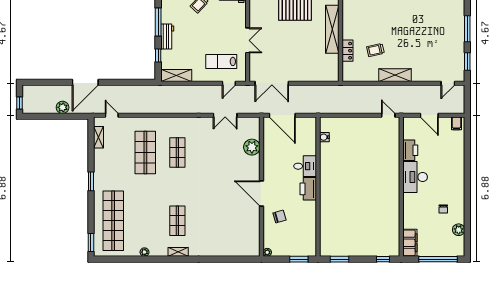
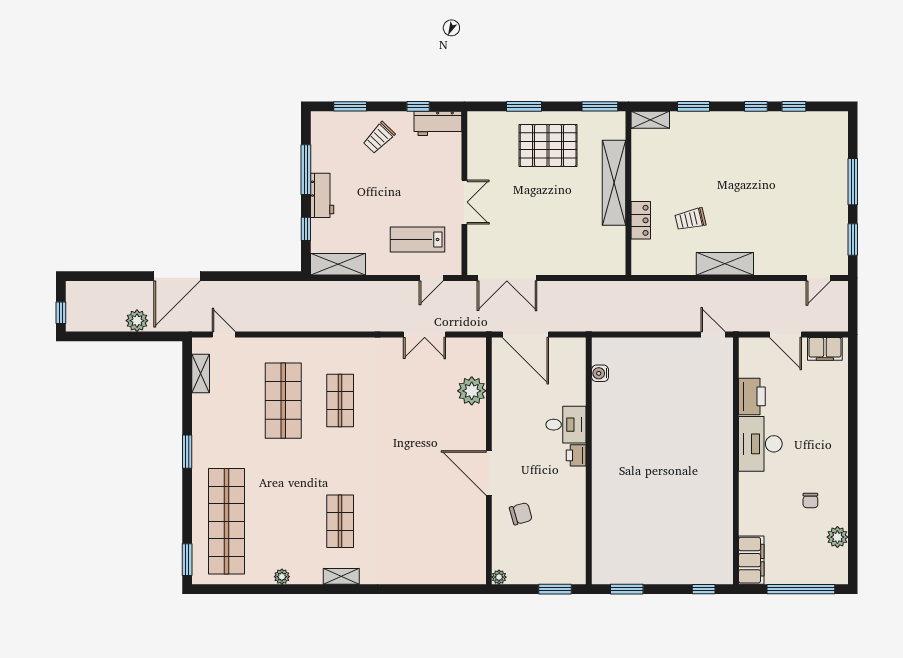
filing cabinet: (456, 123) -> (825, 349), width x2.00
printer: (308, 189) -> (576, 455), width x0.53, depth x0.68

